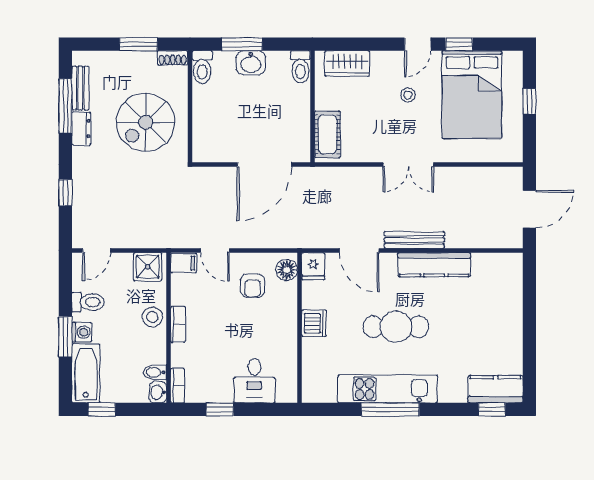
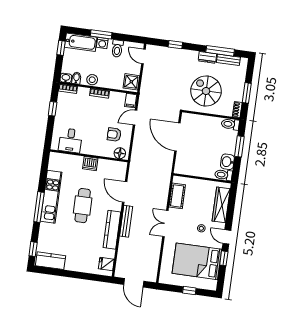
washbasin: (251, 63) -> (227, 162), moved
wardrobe: (347, 63) -> (221, 205), width x1.50
cot: (327, 134) -> (177, 196), moved, turned 90
door: (264, 164) -> (177, 137), moved
door: (359, 250) -> (125, 192), hinge flipped
fridge: (313, 266) -> (106, 264), moved
stool: (152, 317) -> (92, 80), moved
desk: (254, 381) -> (70, 140), moved, turned -90
kitchen counter: (496, 389) -> (50, 261), moved, turned -90
window: (390, 409) -> (39, 207), moved

